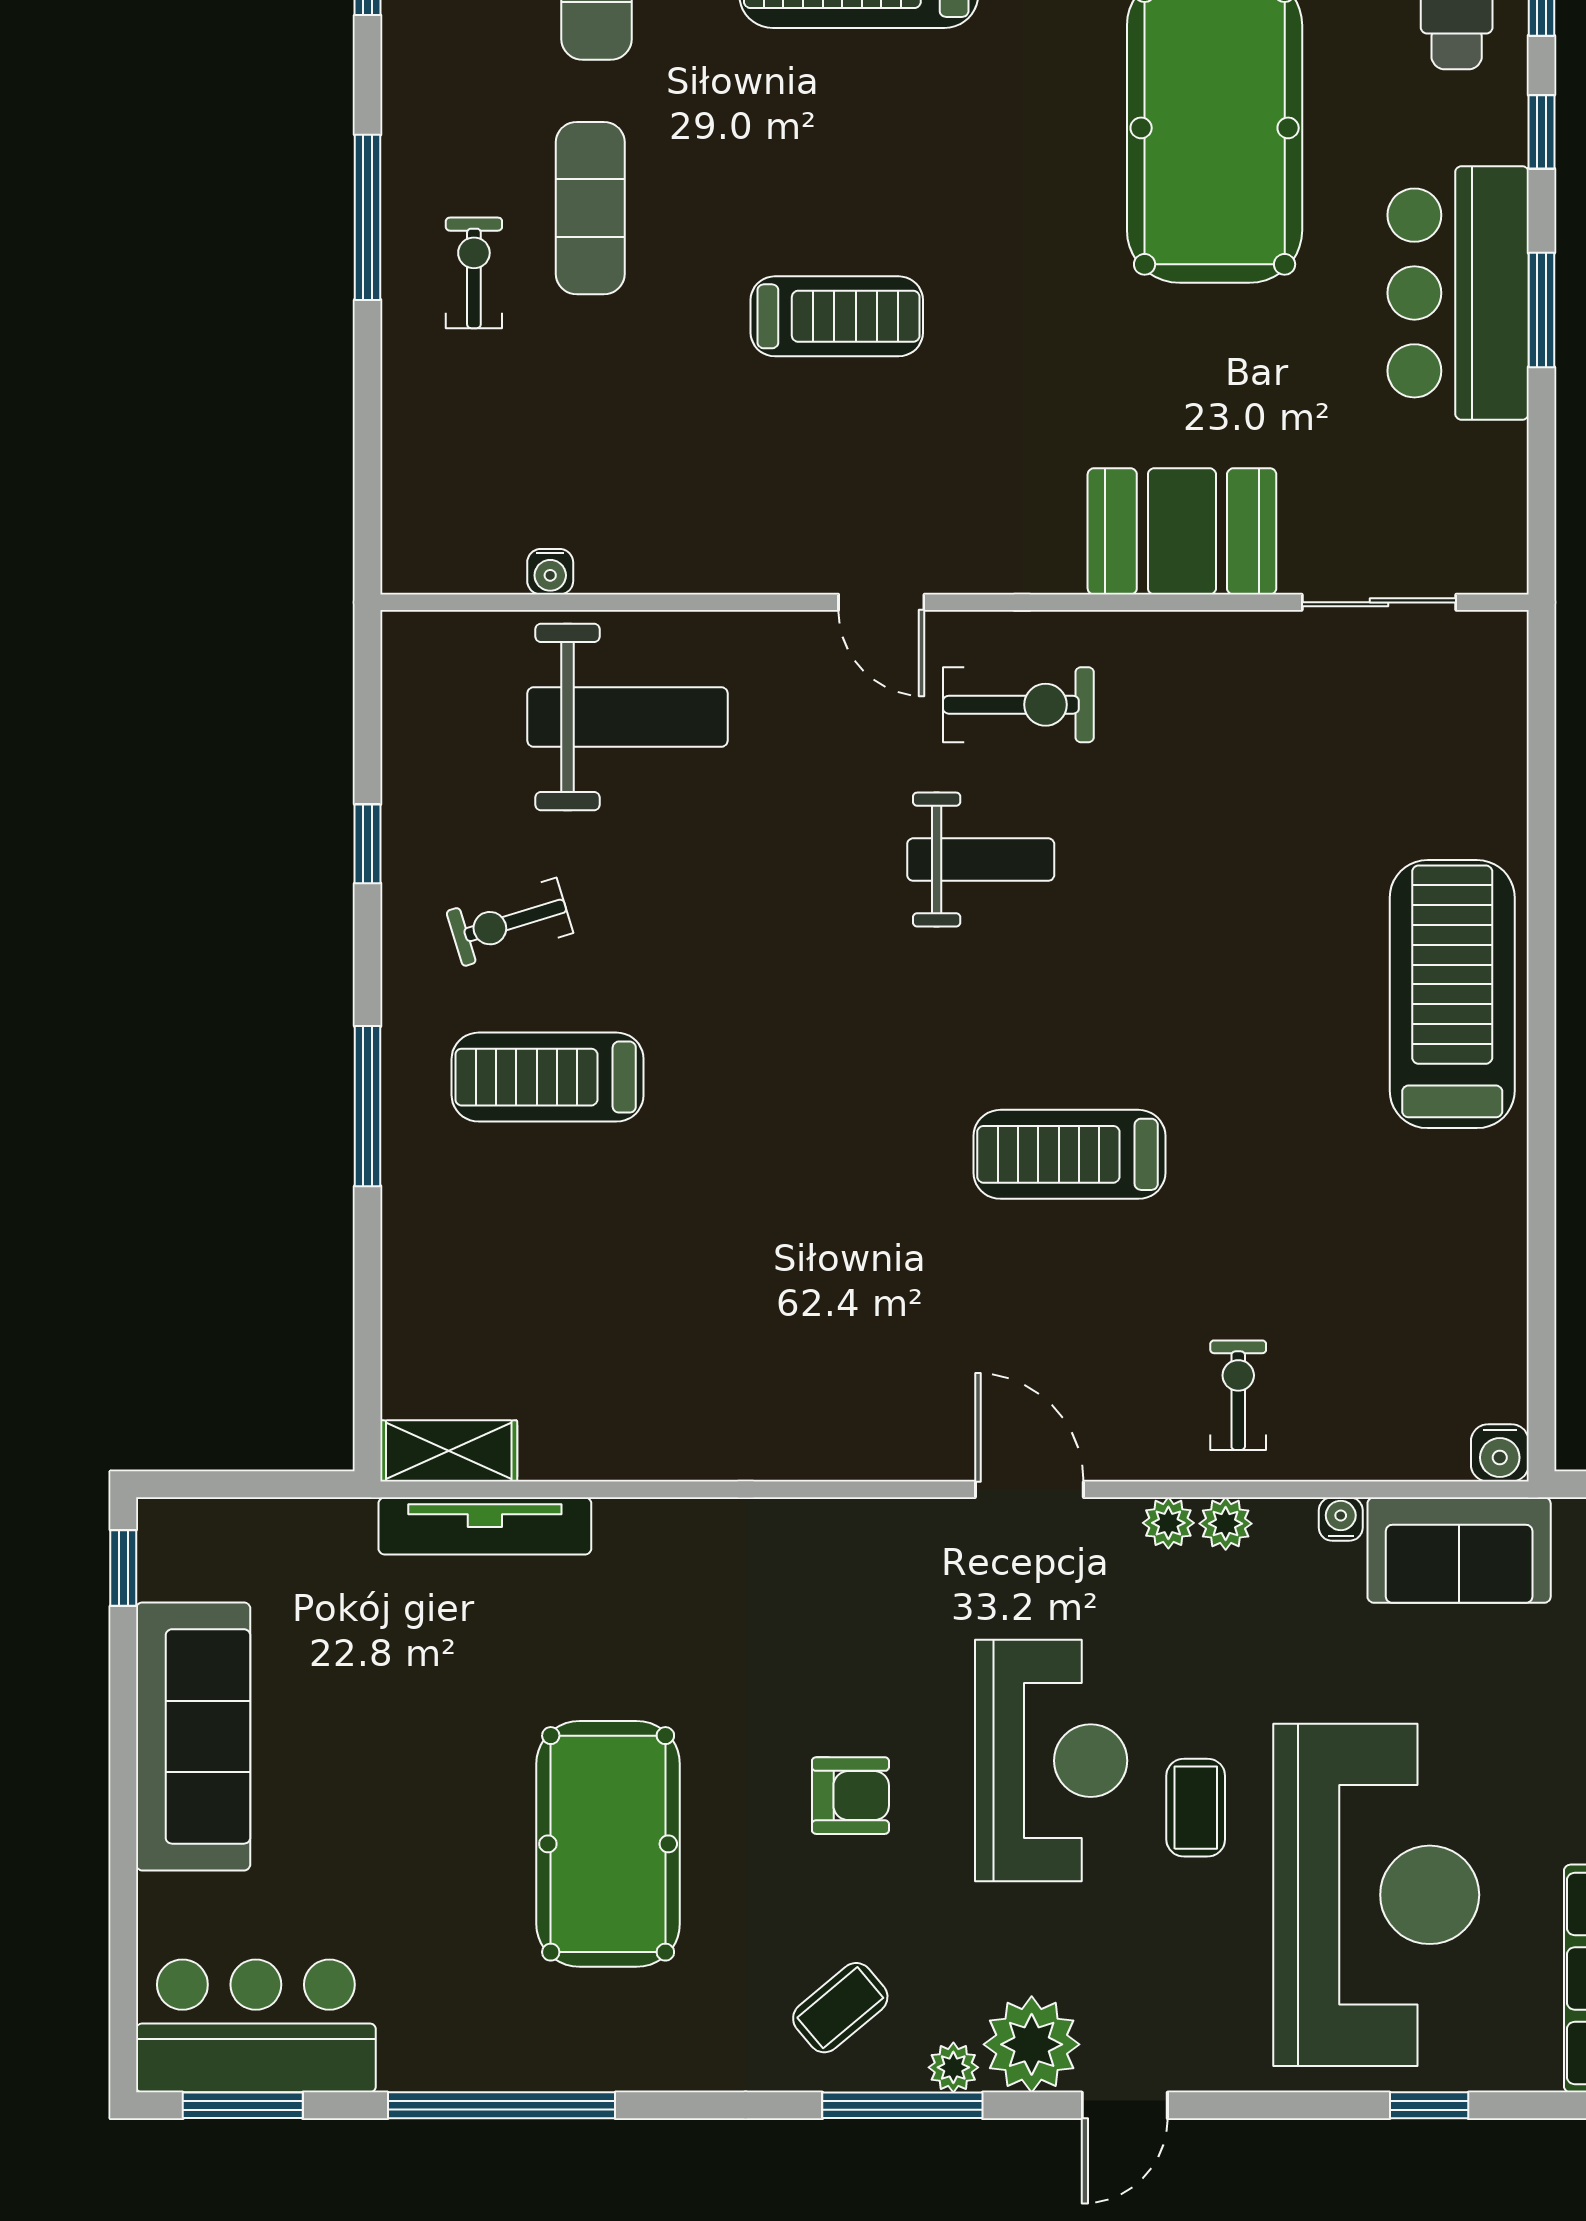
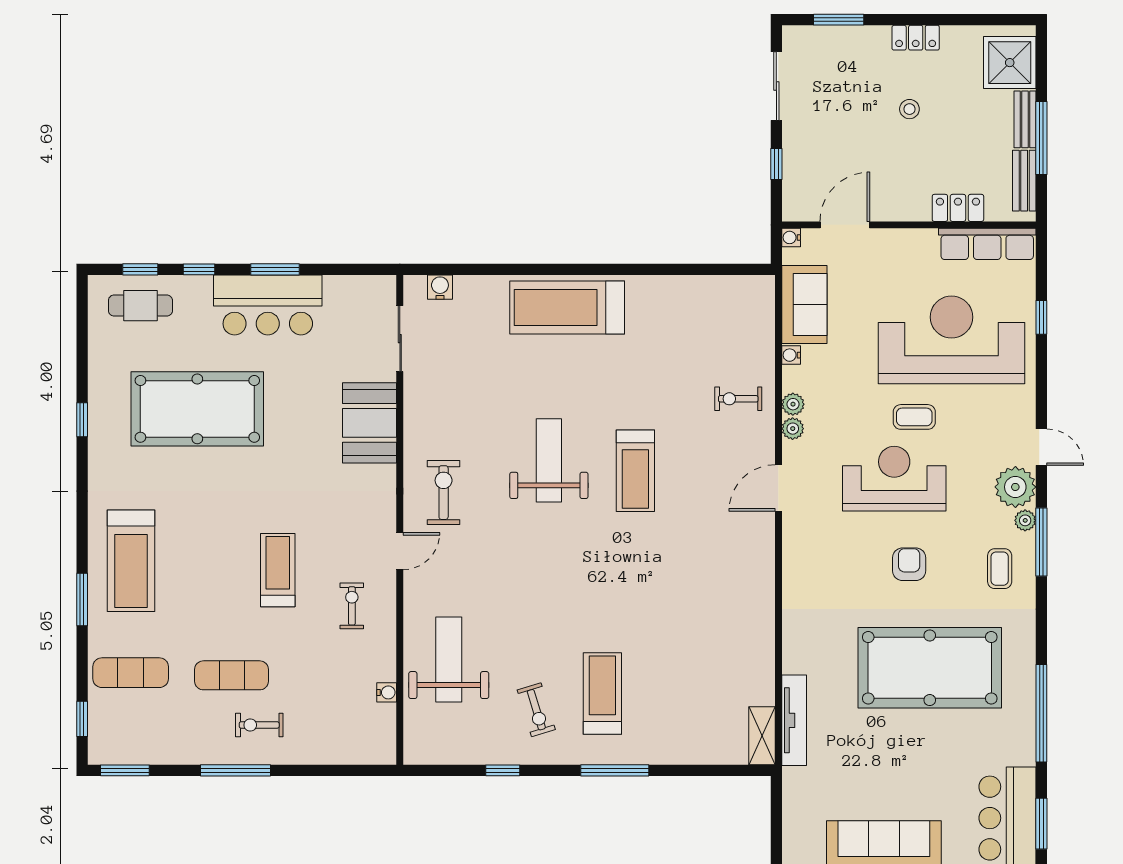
exercise bike: (753, 490) -> (352, 606), added
weight bench: (981, 860) -> (549, 460), moved, width x1.36, depth x1.33
treadmill: (548, 1077) -> (602, 694), turned 180
water cooler: (1500, 1453) -> (440, 287), moved, turned -90
pool table: (608, 1844) -> (930, 668), width x1.36, depth x1.32
coffee table: (840, 2008) -> (1000, 569), turned 40

